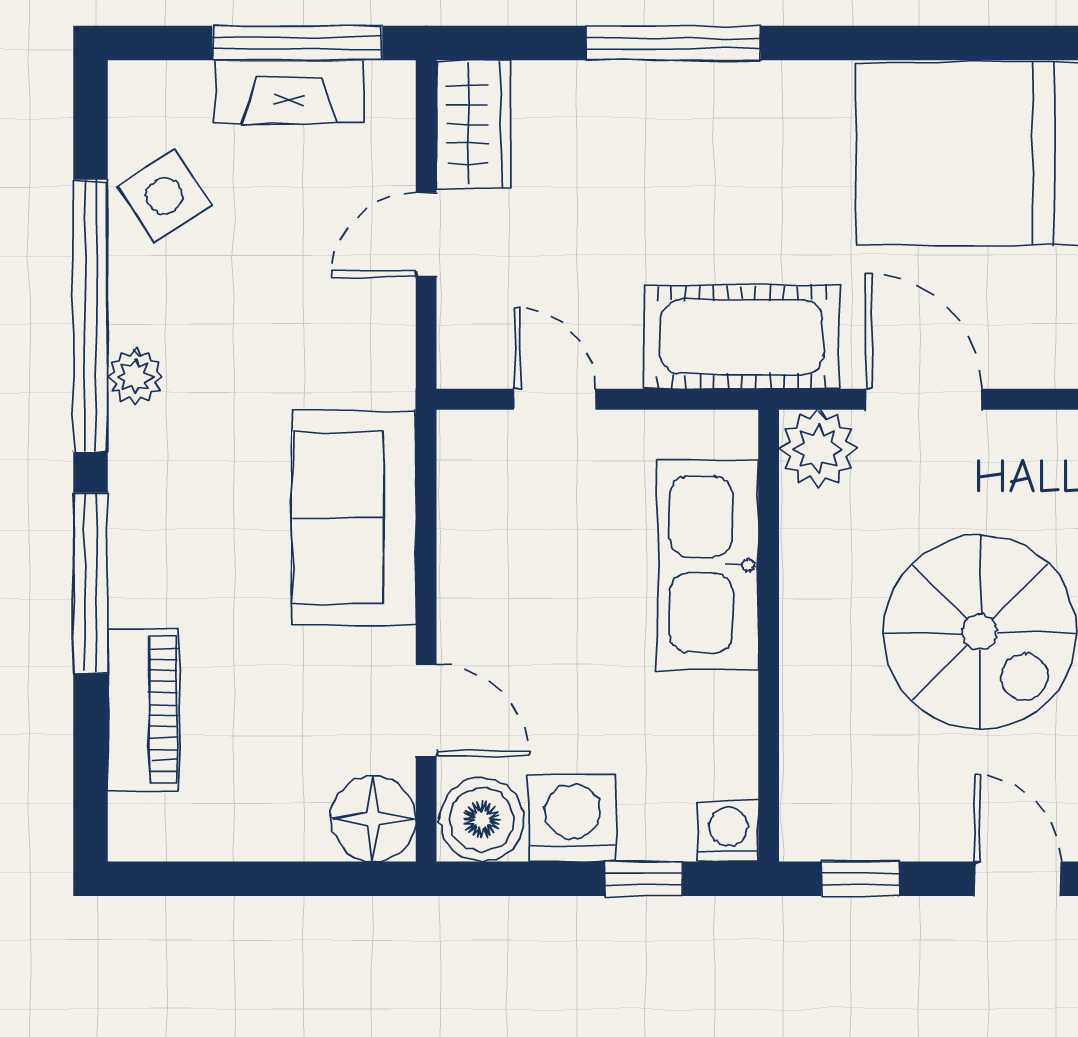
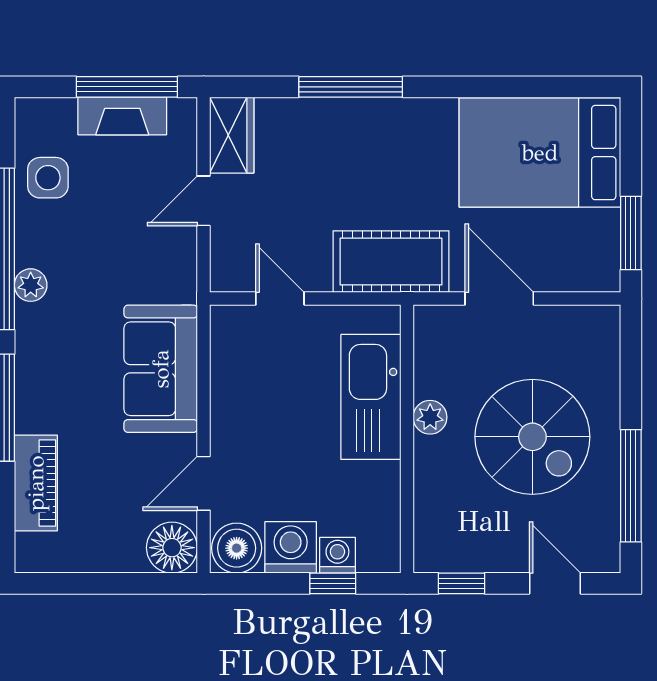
side table: (164, 196) -> (48, 178), turned 33
plant: (818, 449) -> (430, 417), moved, width x0.73, depth x0.73
door: (426, 710) -> (204, 483), swing flipped
washing machine: (728, 832) -> (337, 555), moved

